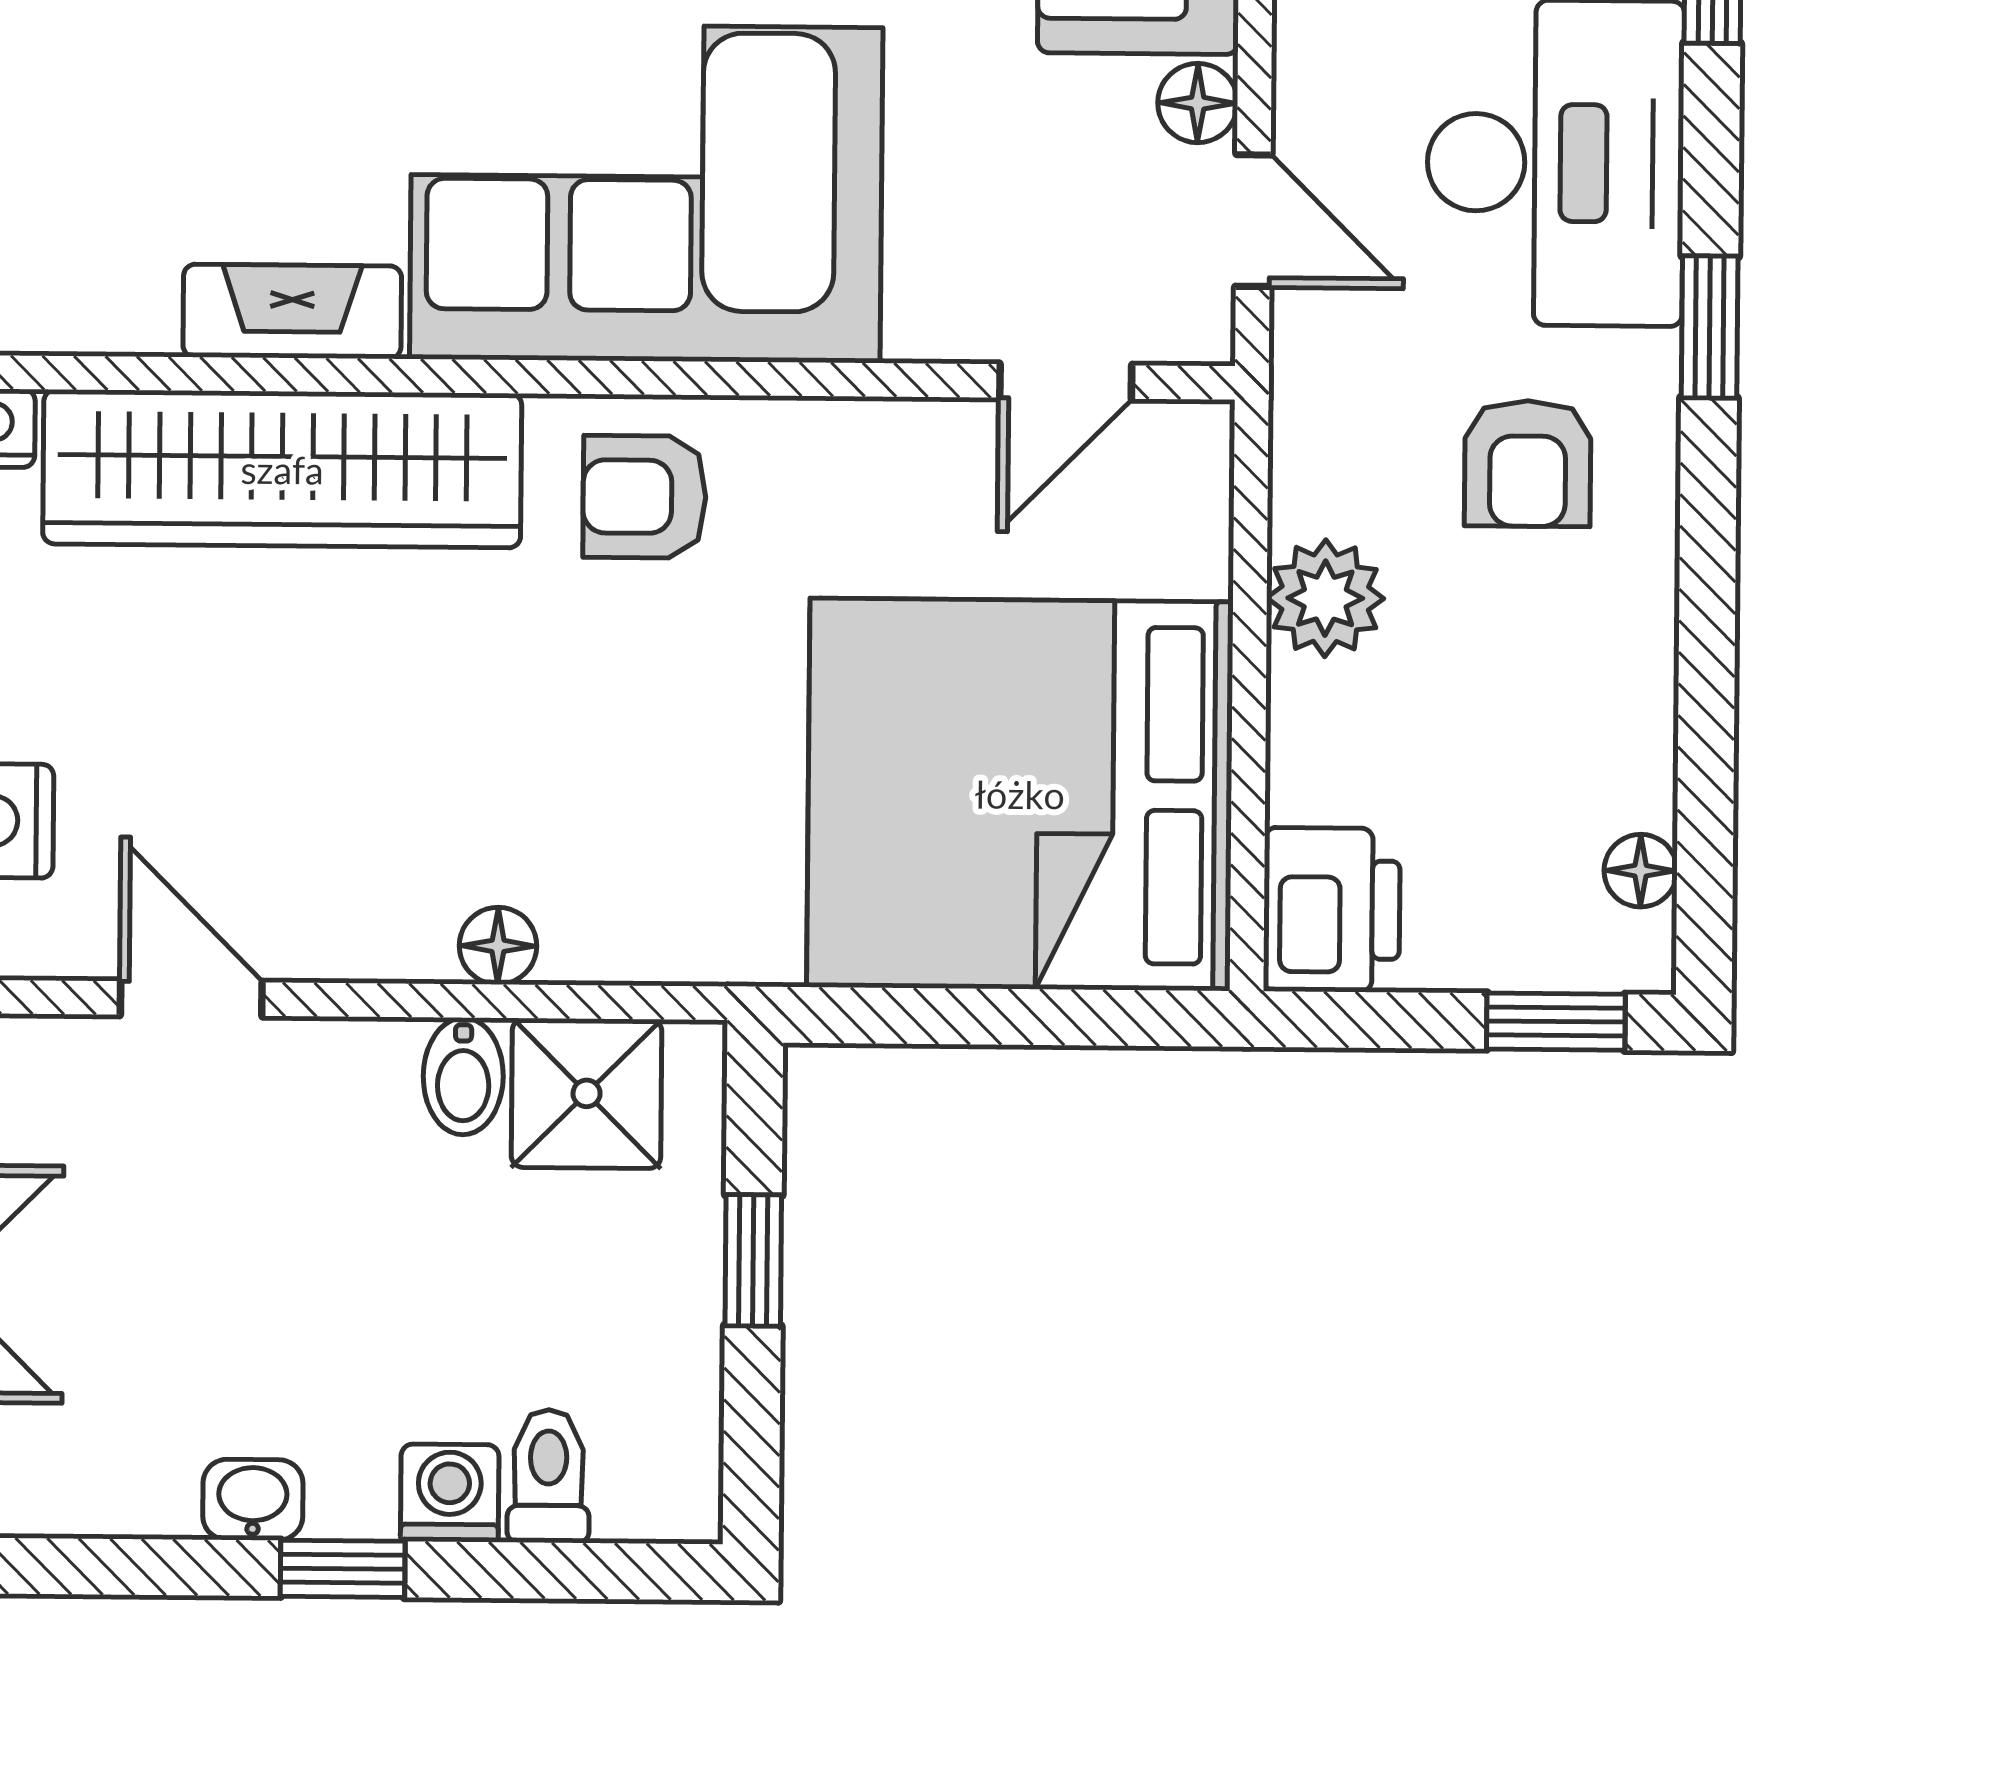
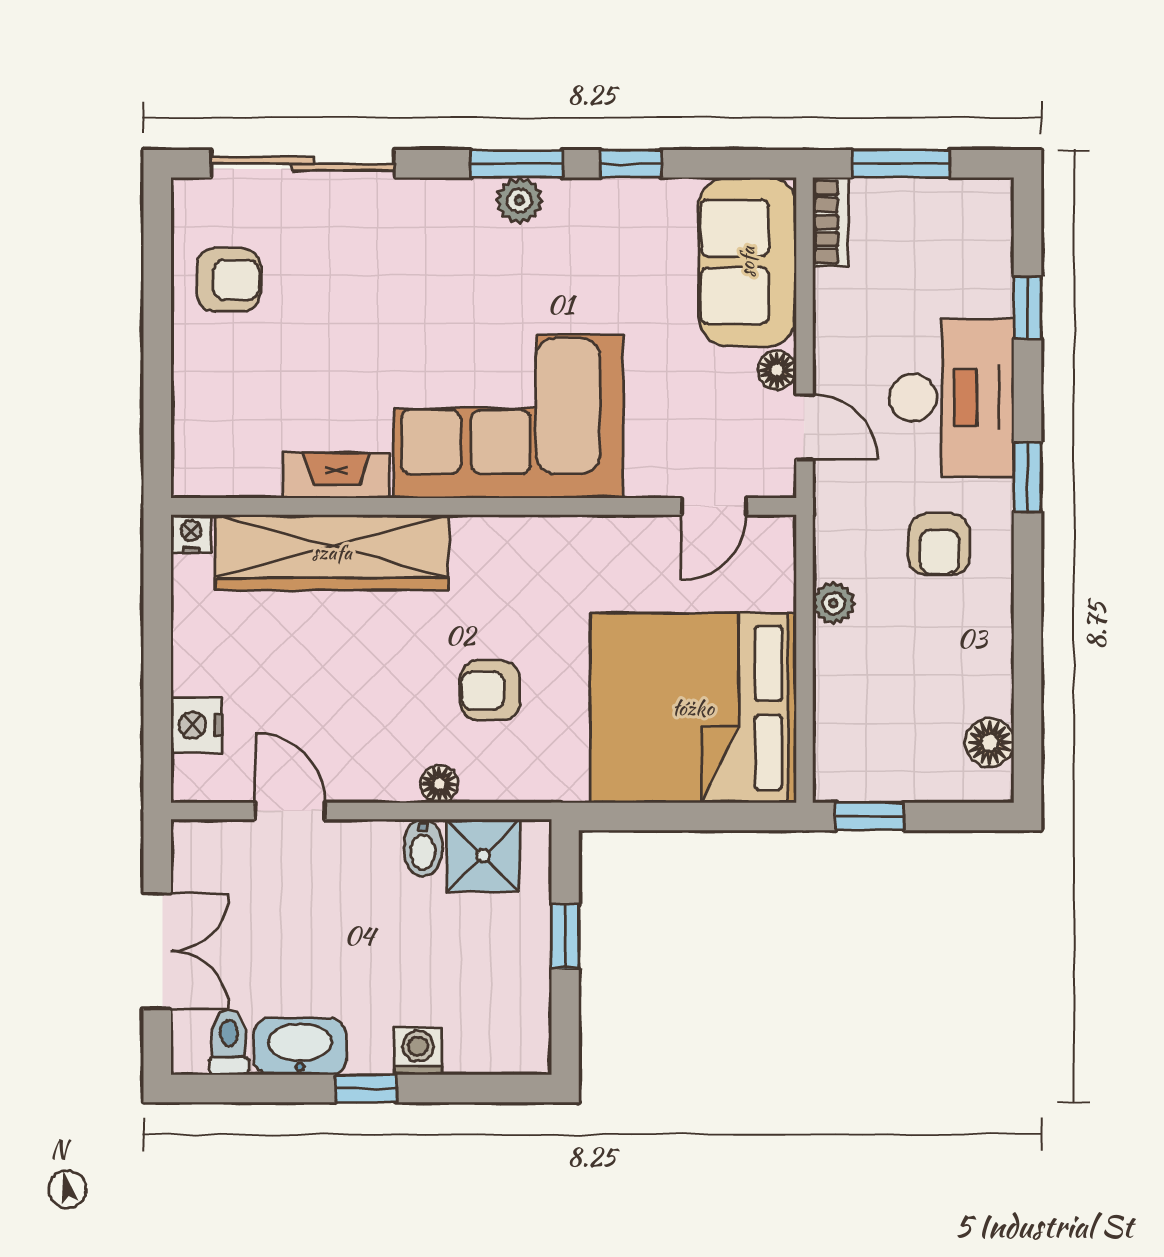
armchair: (644, 497) -> (490, 690), moved
plant: (1325, 598) -> (833, 603), width x0.73, depth x0.73
floor lamp: (1641, 871) -> (990, 742), width x1.37, depth x1.37
printer: (1332, 910) -> (846, 763), removed
window: (1556, 1022) -> (870, 816), moved
toilet: (548, 1476) -> (229, 1042), moved
washbasin: (253, 1500) -> (300, 1046), width x1.91, depth x1.45

